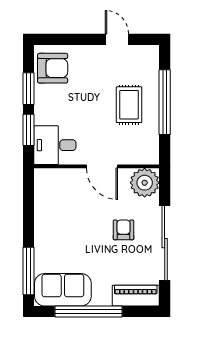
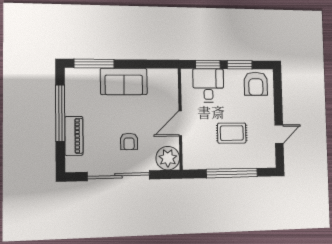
rug: (129, 105) -> (232, 133), moved
desk: (55, 145) -> (208, 85), moved
armchair: (124, 230) -> (129, 141), turned 90
sofa: (63, 290) -> (124, 81), moved, turned 90
piano: (136, 296) -> (74, 136), moved

